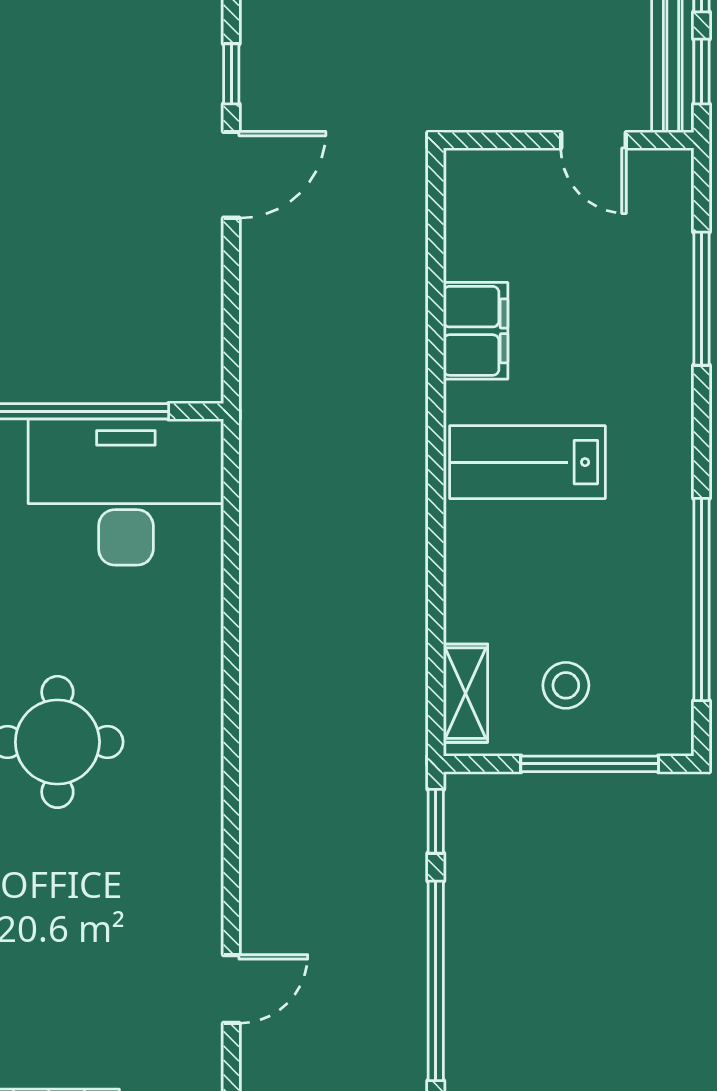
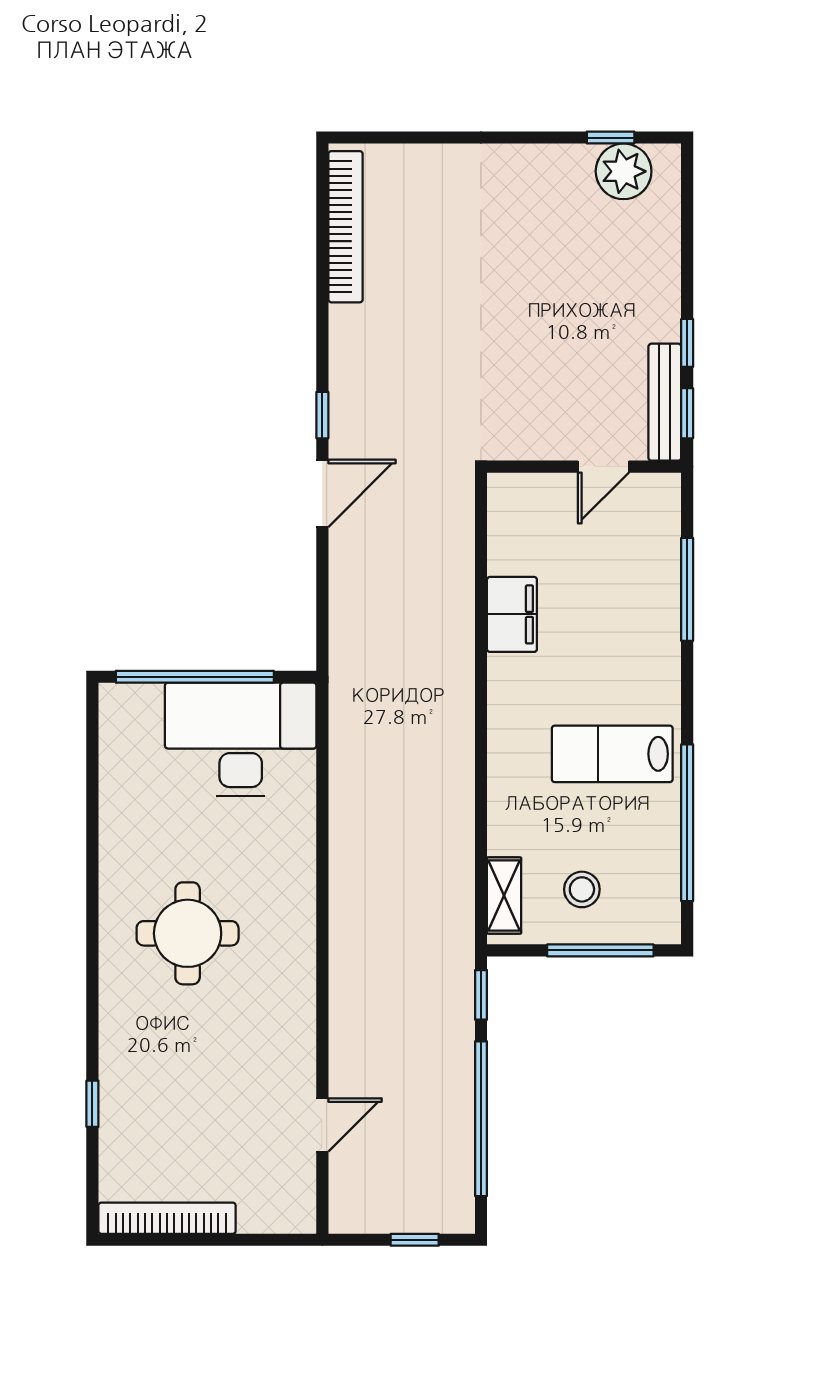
door: (594, 140) -> (603, 467), hinge flipped
lab bench: (527, 462) -> (612, 754), moved

